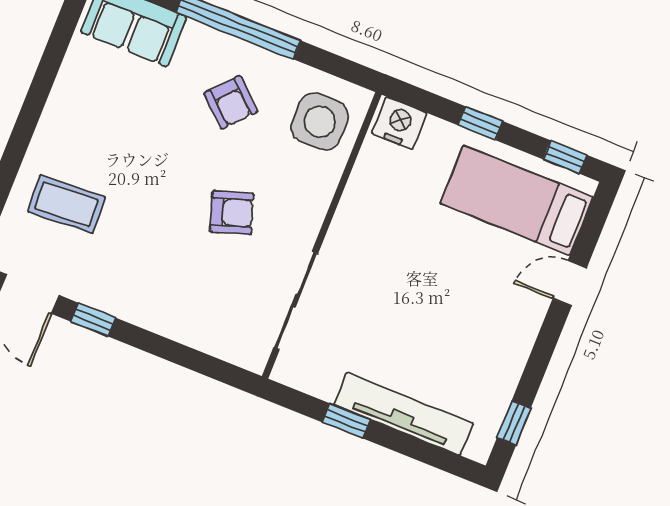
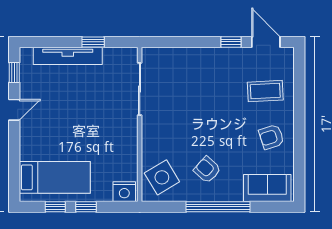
side table: (320, 122) -> (162, 177), turned -31
window: (565, 157) -> (55, 207), moved
armchair: (232, 213) -> (271, 137), moved
door: (570, 283) -> (14, 110), moved

